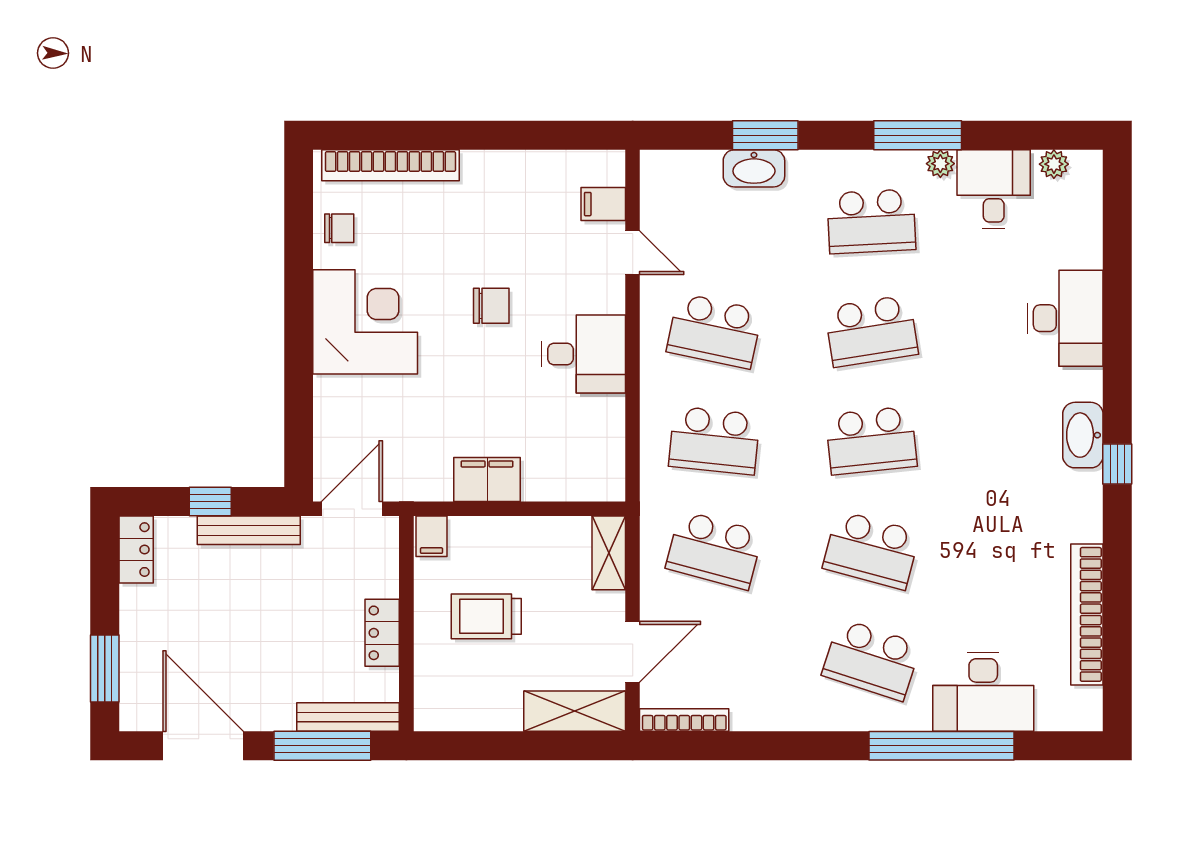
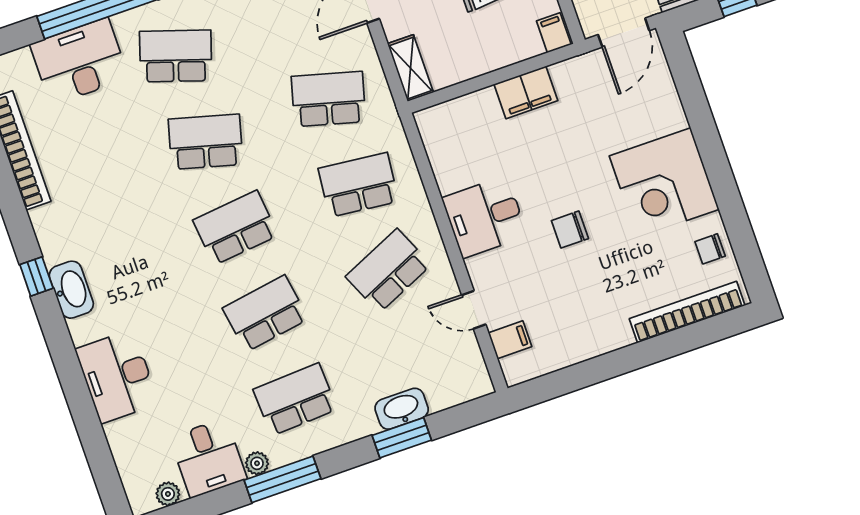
school desk: (714, 331) -> (388, 271), turned -36

